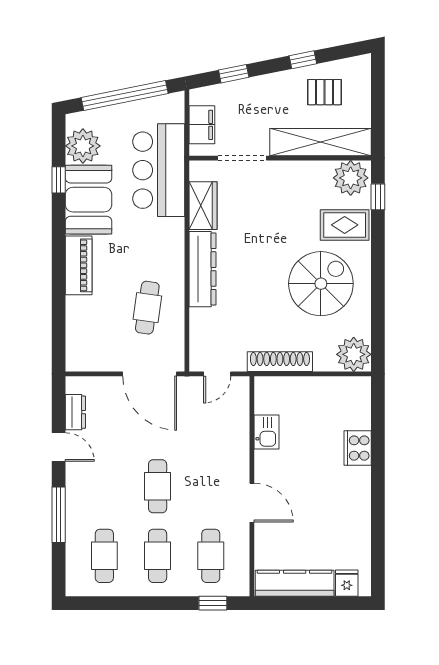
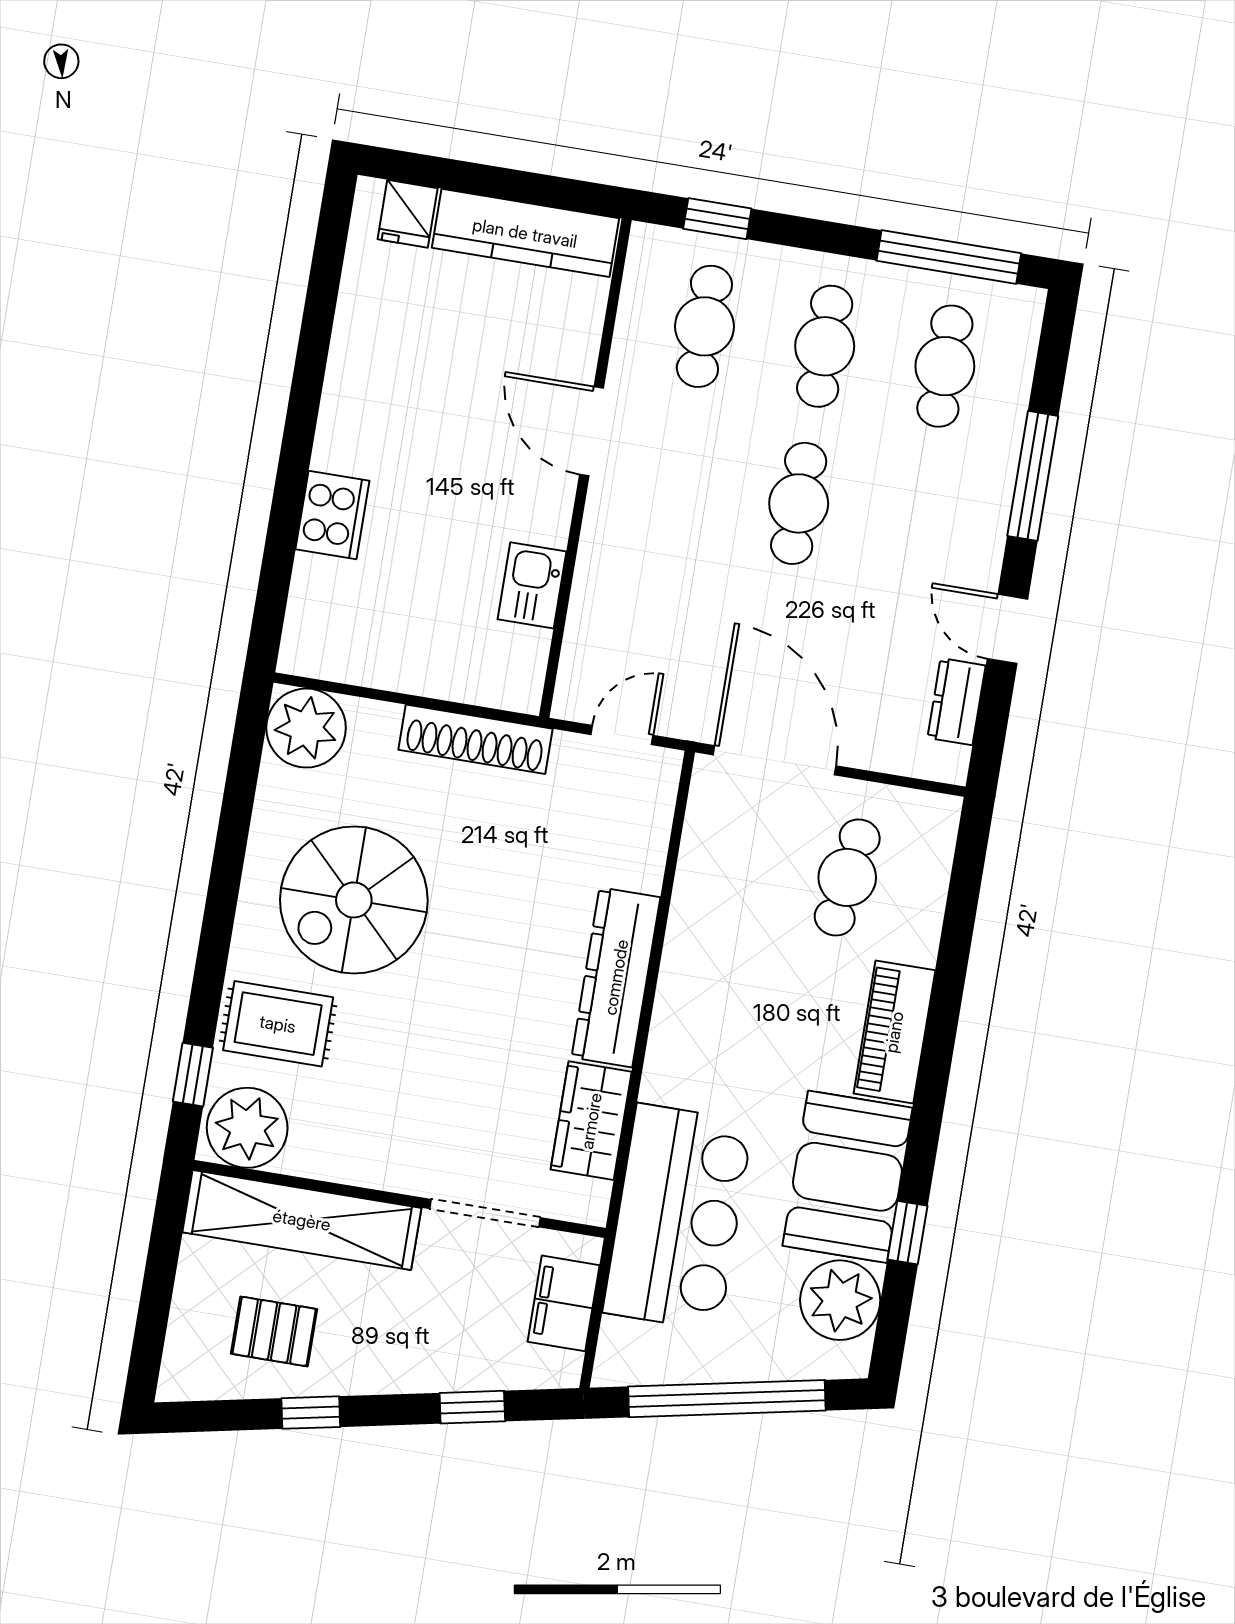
cafe table: (147, 308) -> (847, 877), moved
window: (110, 603) -> (949, 257), added

